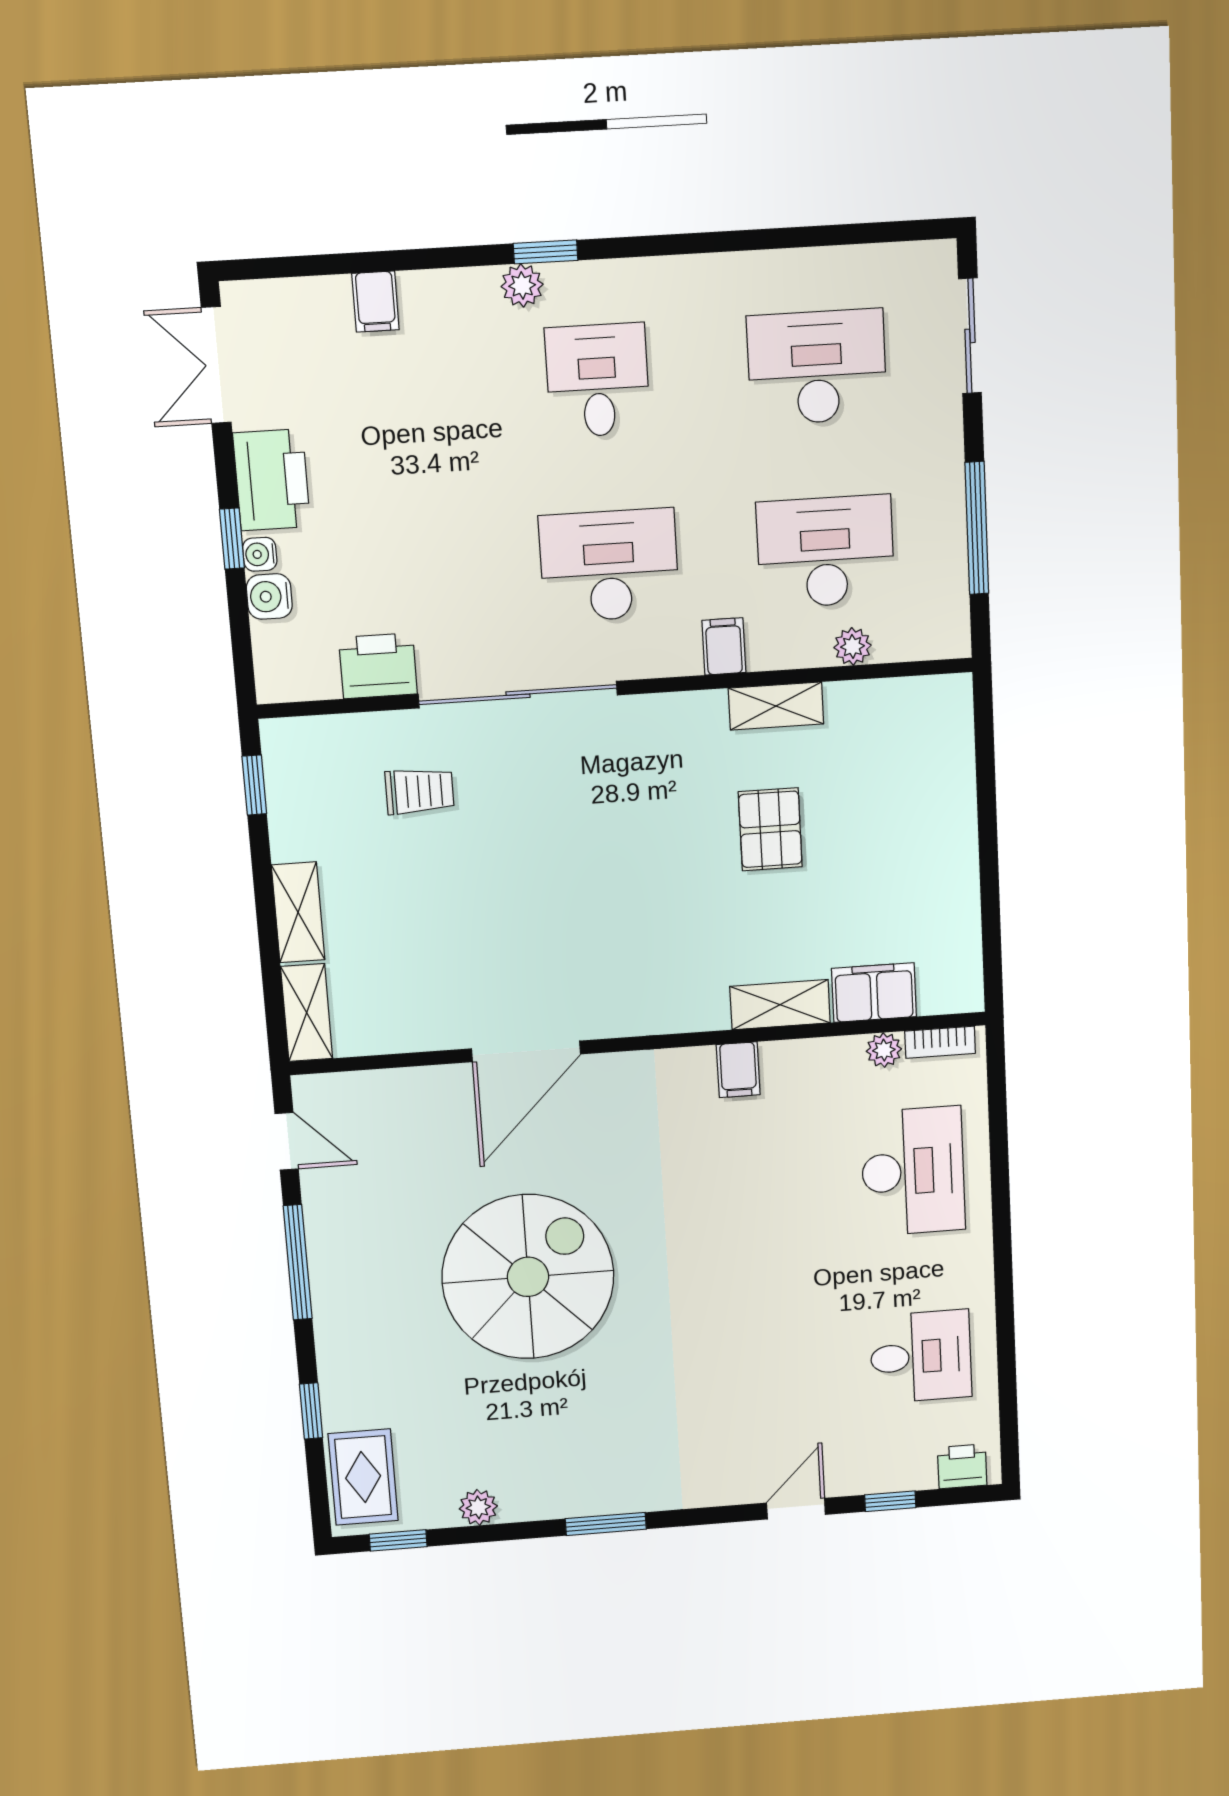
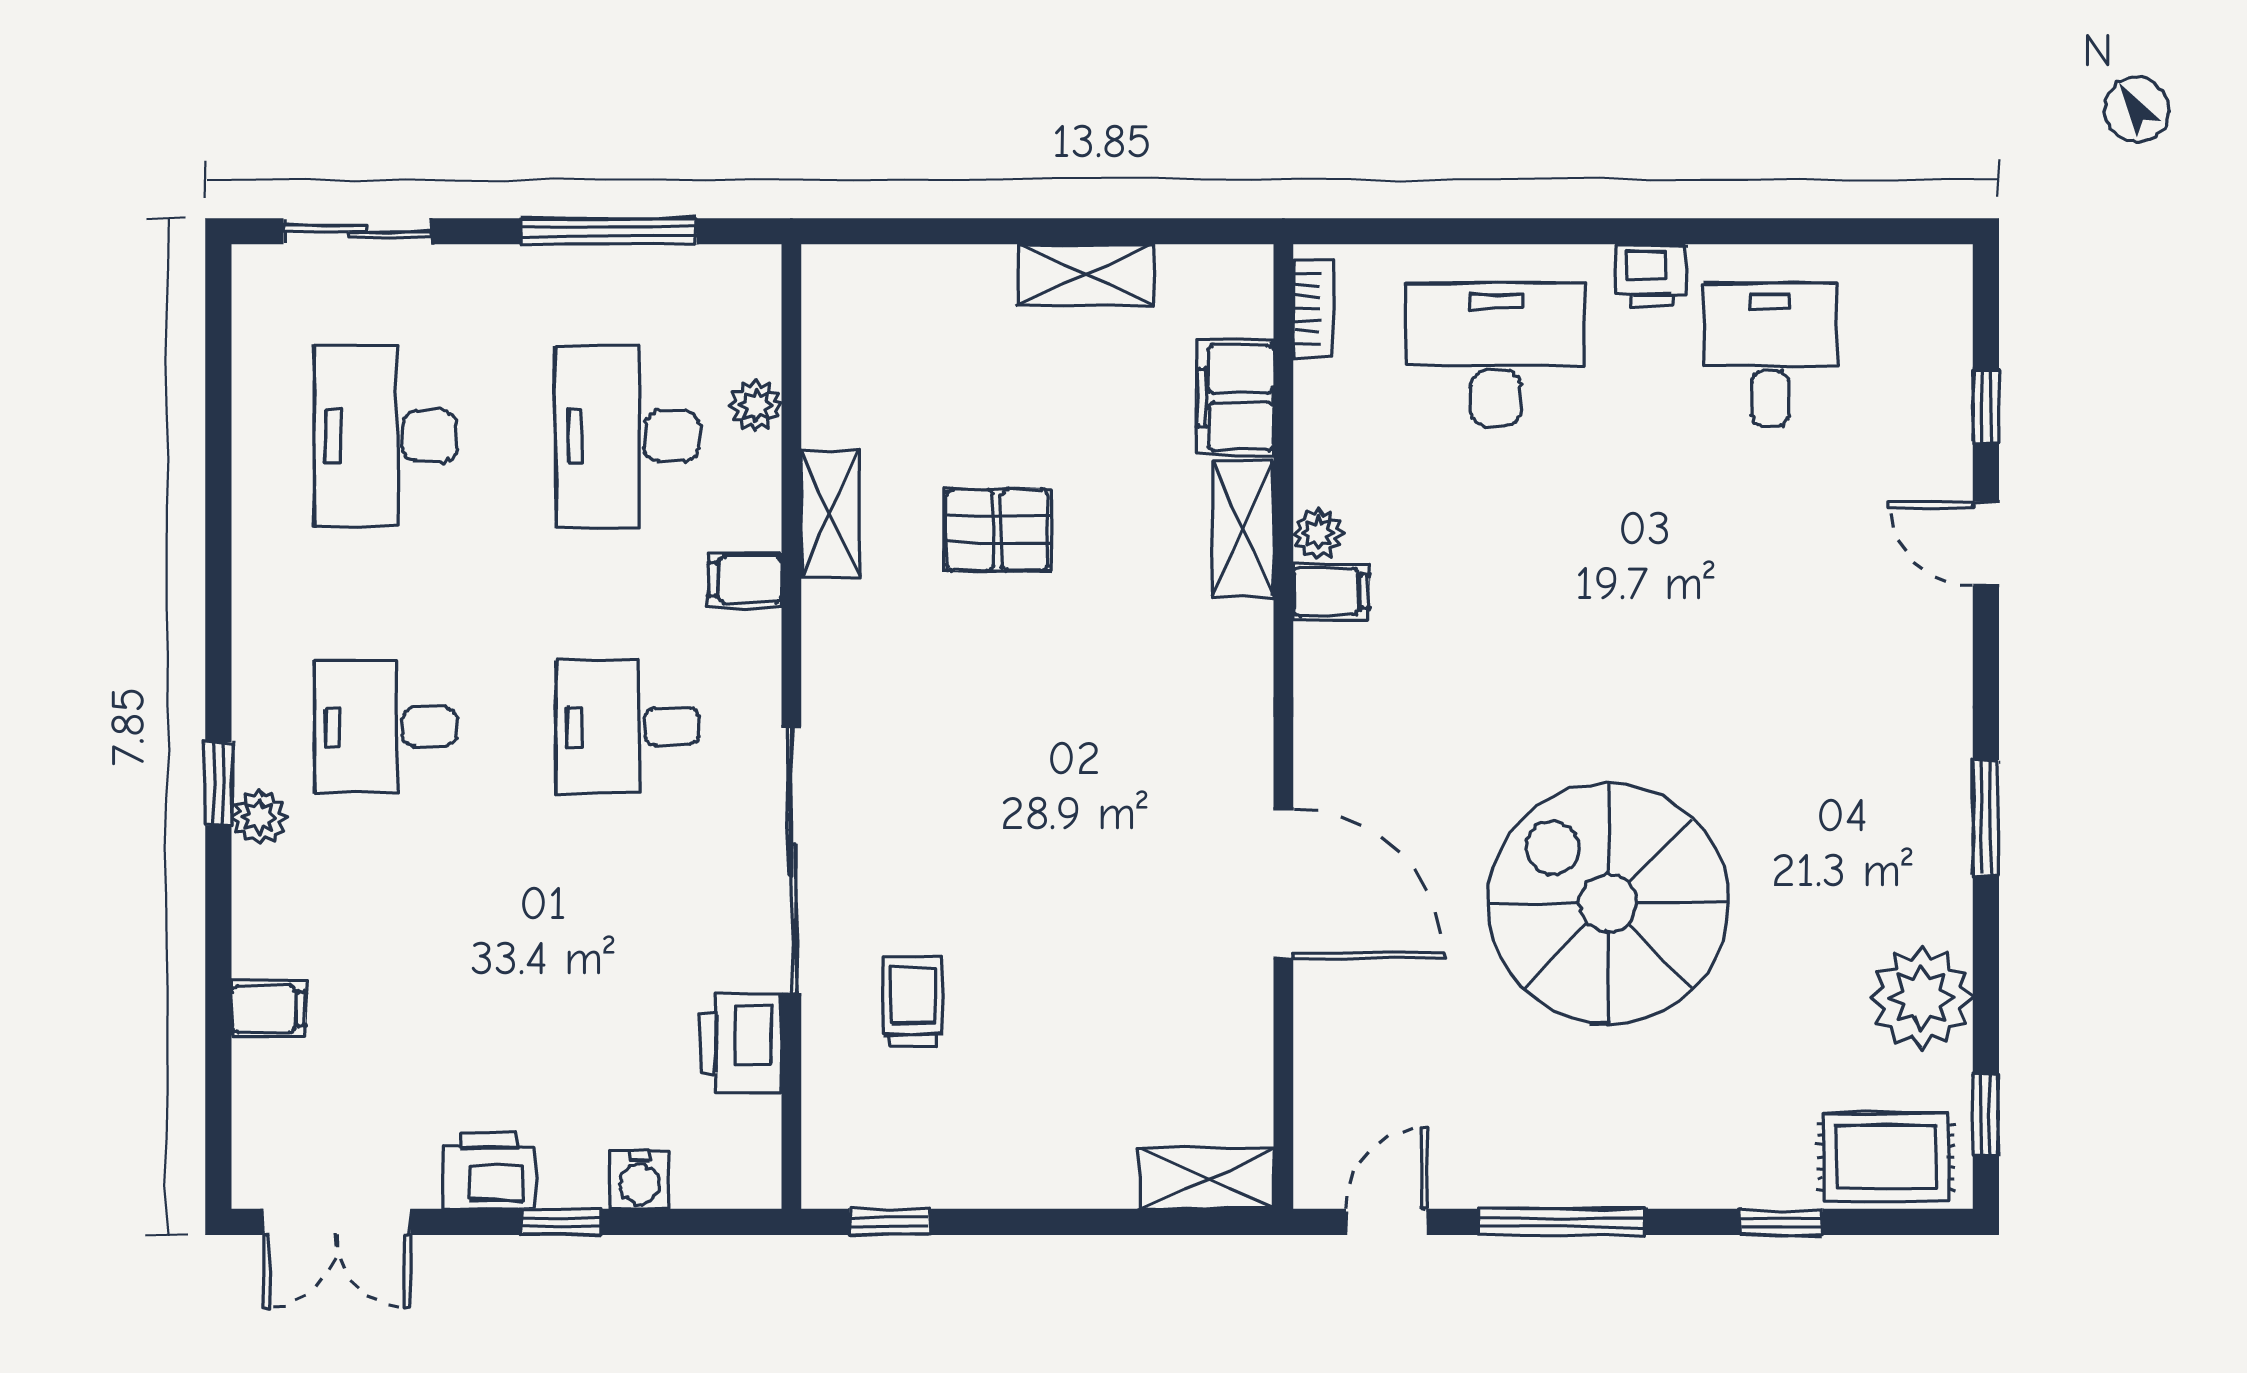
printer: (272, 480) -> (488, 1171), width x0.73, depth x0.84
water cooler: (260, 554) -> (584, 1187), removed
desk: (609, 565) -> (627, 727), width x0.73
shelving: (298, 912) -> (1086, 275), moved
plant: (884, 1050) -> (1318, 533), moved
printer: (962, 1466) -> (1652, 276), moved, turned -90
plant: (478, 1507) -> (1921, 998), width x1.88, depth x1.88

